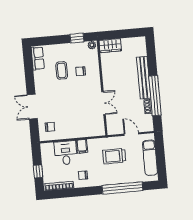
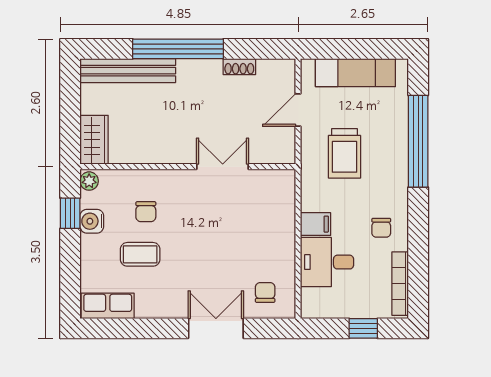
water cooler: (74, 48) -> (92, 221), added
bench: (144, 78) -> (128, 71), moved
window: (155, 96) -> (178, 49), moved
double door: (32, 107) -> (216, 328), swing flipped

